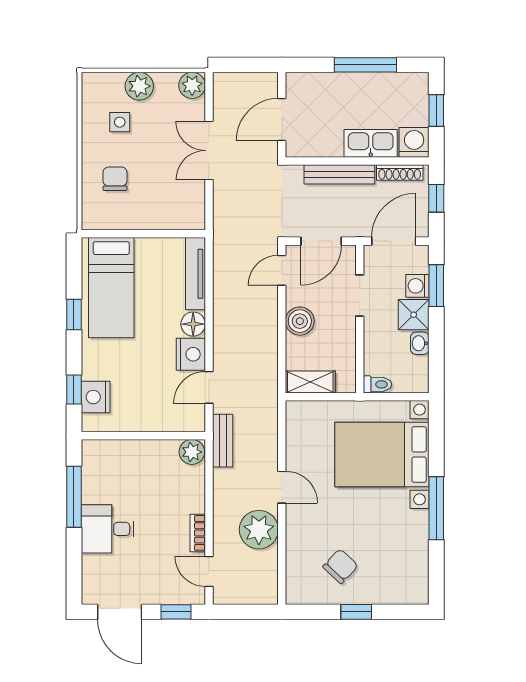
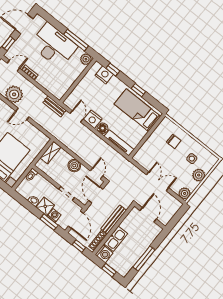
plant: (192, 452) -> (86, 59), moved
desk: (107, 529) -> (54, 45), width x1.87, depth x1.30

